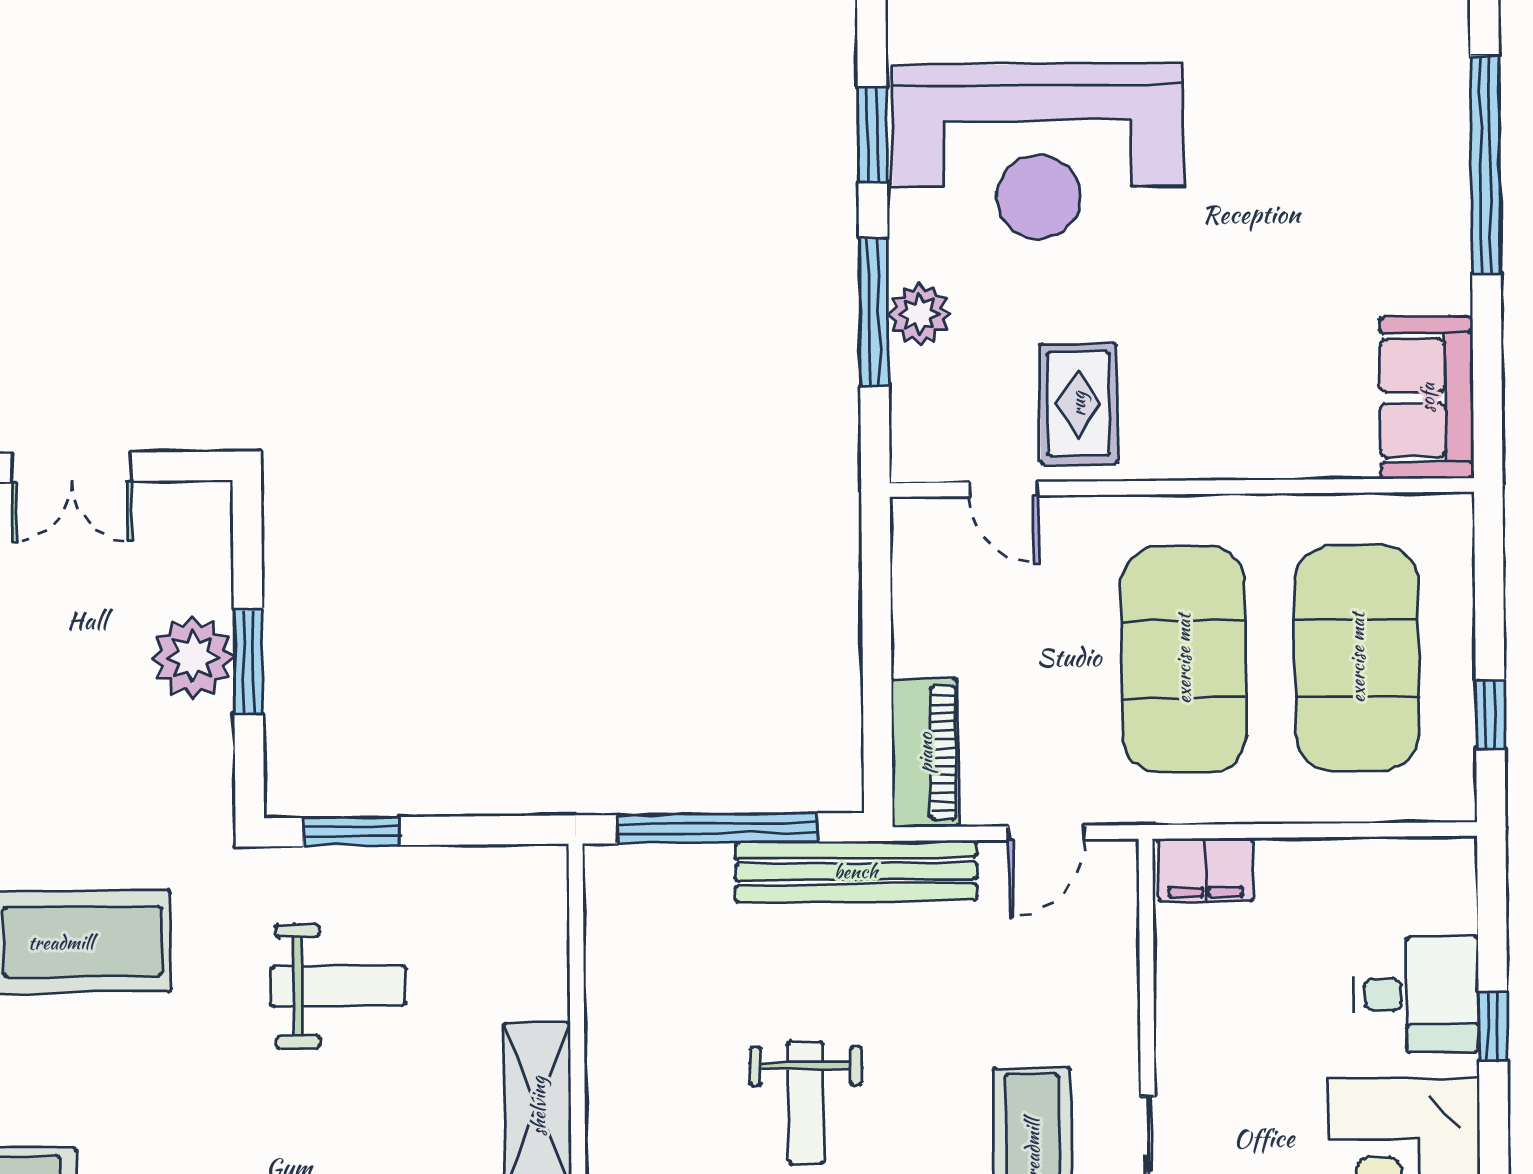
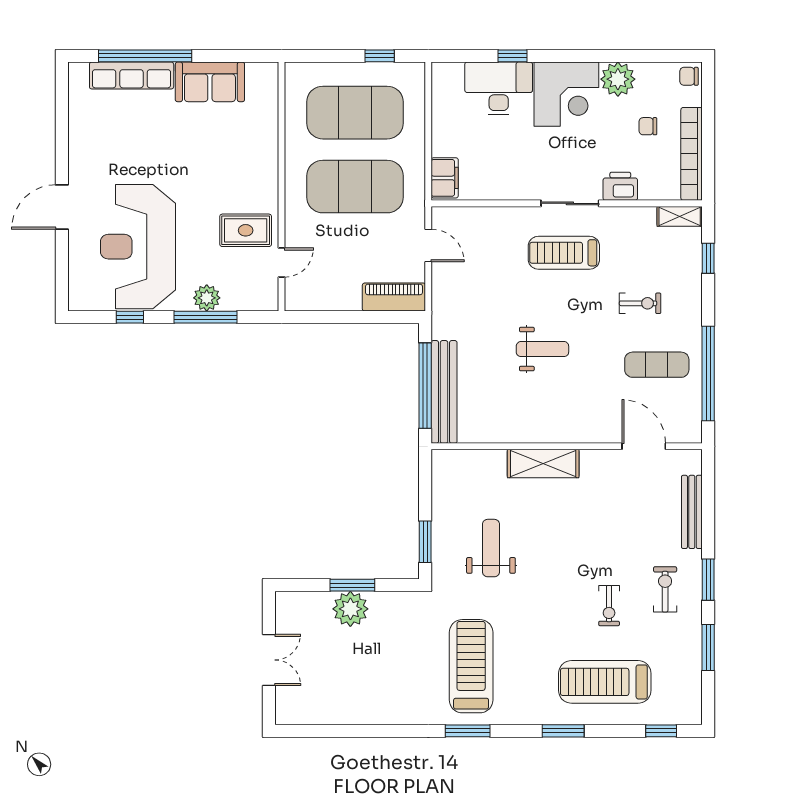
row of seats: (1439, 133) -> (132, 76), added
window: (872, 134) -> (130, 317), width x0.67
reception desk: (1038, 152) -> (138, 247), turned 180
sofa: (1427, 398) -> (210, 82), moved
bench: (856, 871) -> (444, 392), moved
desk: (1417, 994) -> (499, 88), width x1.37

